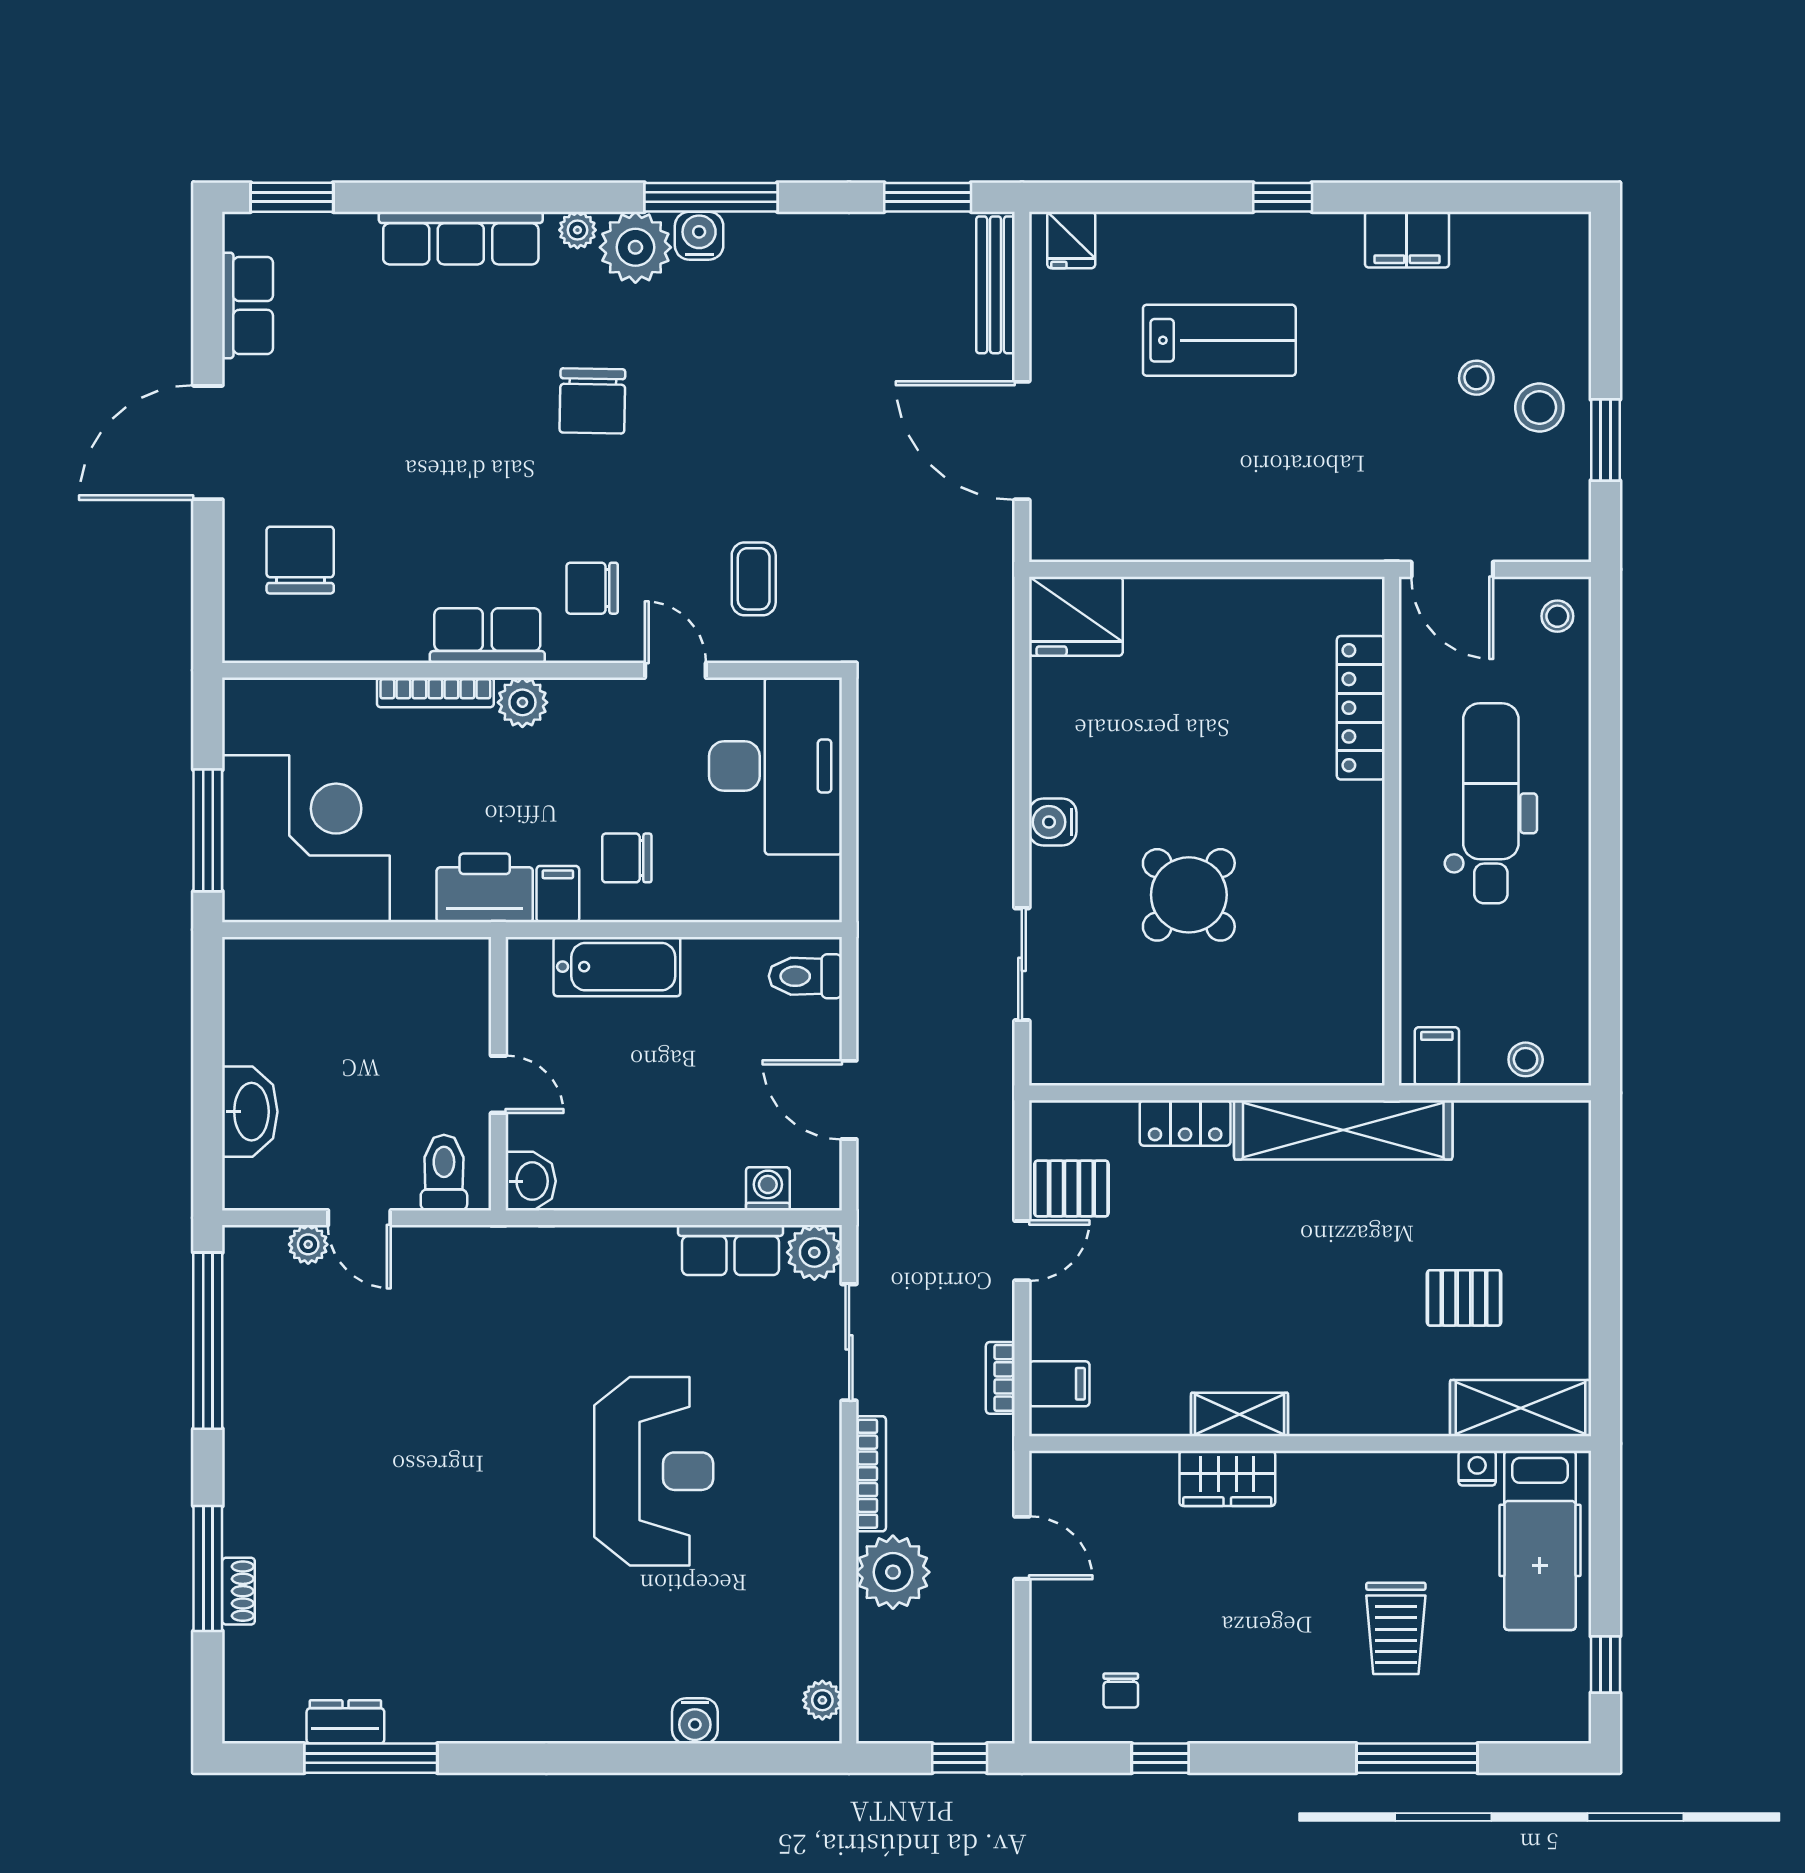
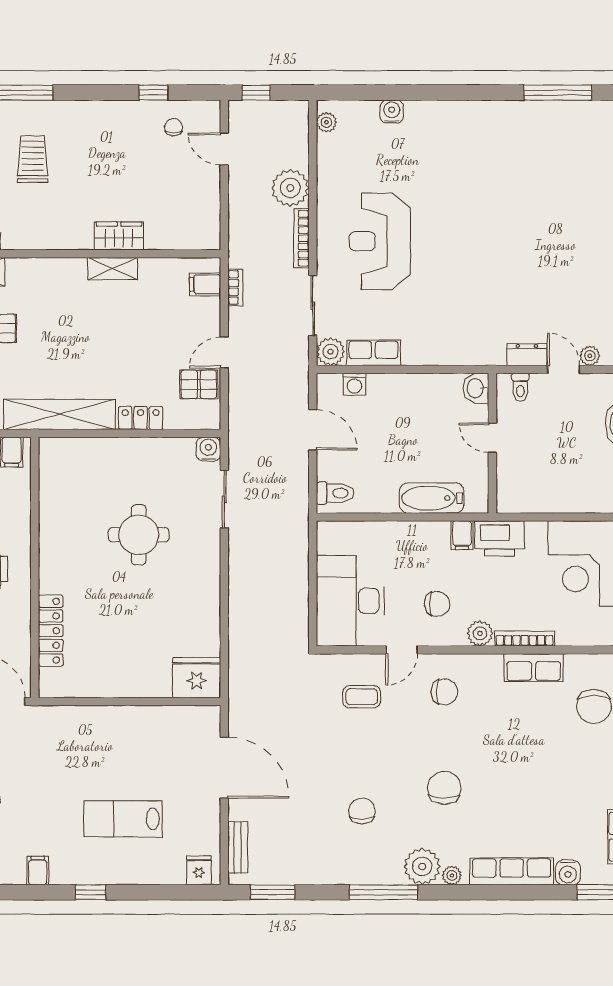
water cooler: (699, 236) -> (568, 872), moved
filing cabinet: (1407, 240) -> (38, 870), width x0.50
bench: (996, 285) -> (238, 847), width x0.73
chair: (753, 356) -> (362, 811), added
coffee table: (754, 579) -> (362, 697), turned 90
row of seats: (487, 636) -> (534, 668), moved
door: (675, 670) -> (402, 650), hinge flipped
water cooler: (1053, 822) -> (208, 449), moved, turned -90
chair: (627, 858) -> (437, 604), moved
round table: (1189, 895) -> (139, 535), turned 45
toilet: (444, 1173) -> (520, 387), width x0.73, depth x0.72
reception desk: (654, 1471) -> (380, 241), moved
door: (1022, 1548) -> (224, 149), moved
dresser: (345, 1722) -> (527, 355), moved, turned 180

